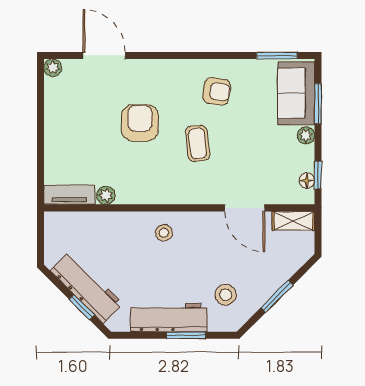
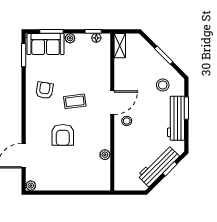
armchair: (140, 123) -> (63, 135), turned -90
tv unit: (69, 195) -> (105, 176), removed
door: (245, 208) -> (112, 103), moved

